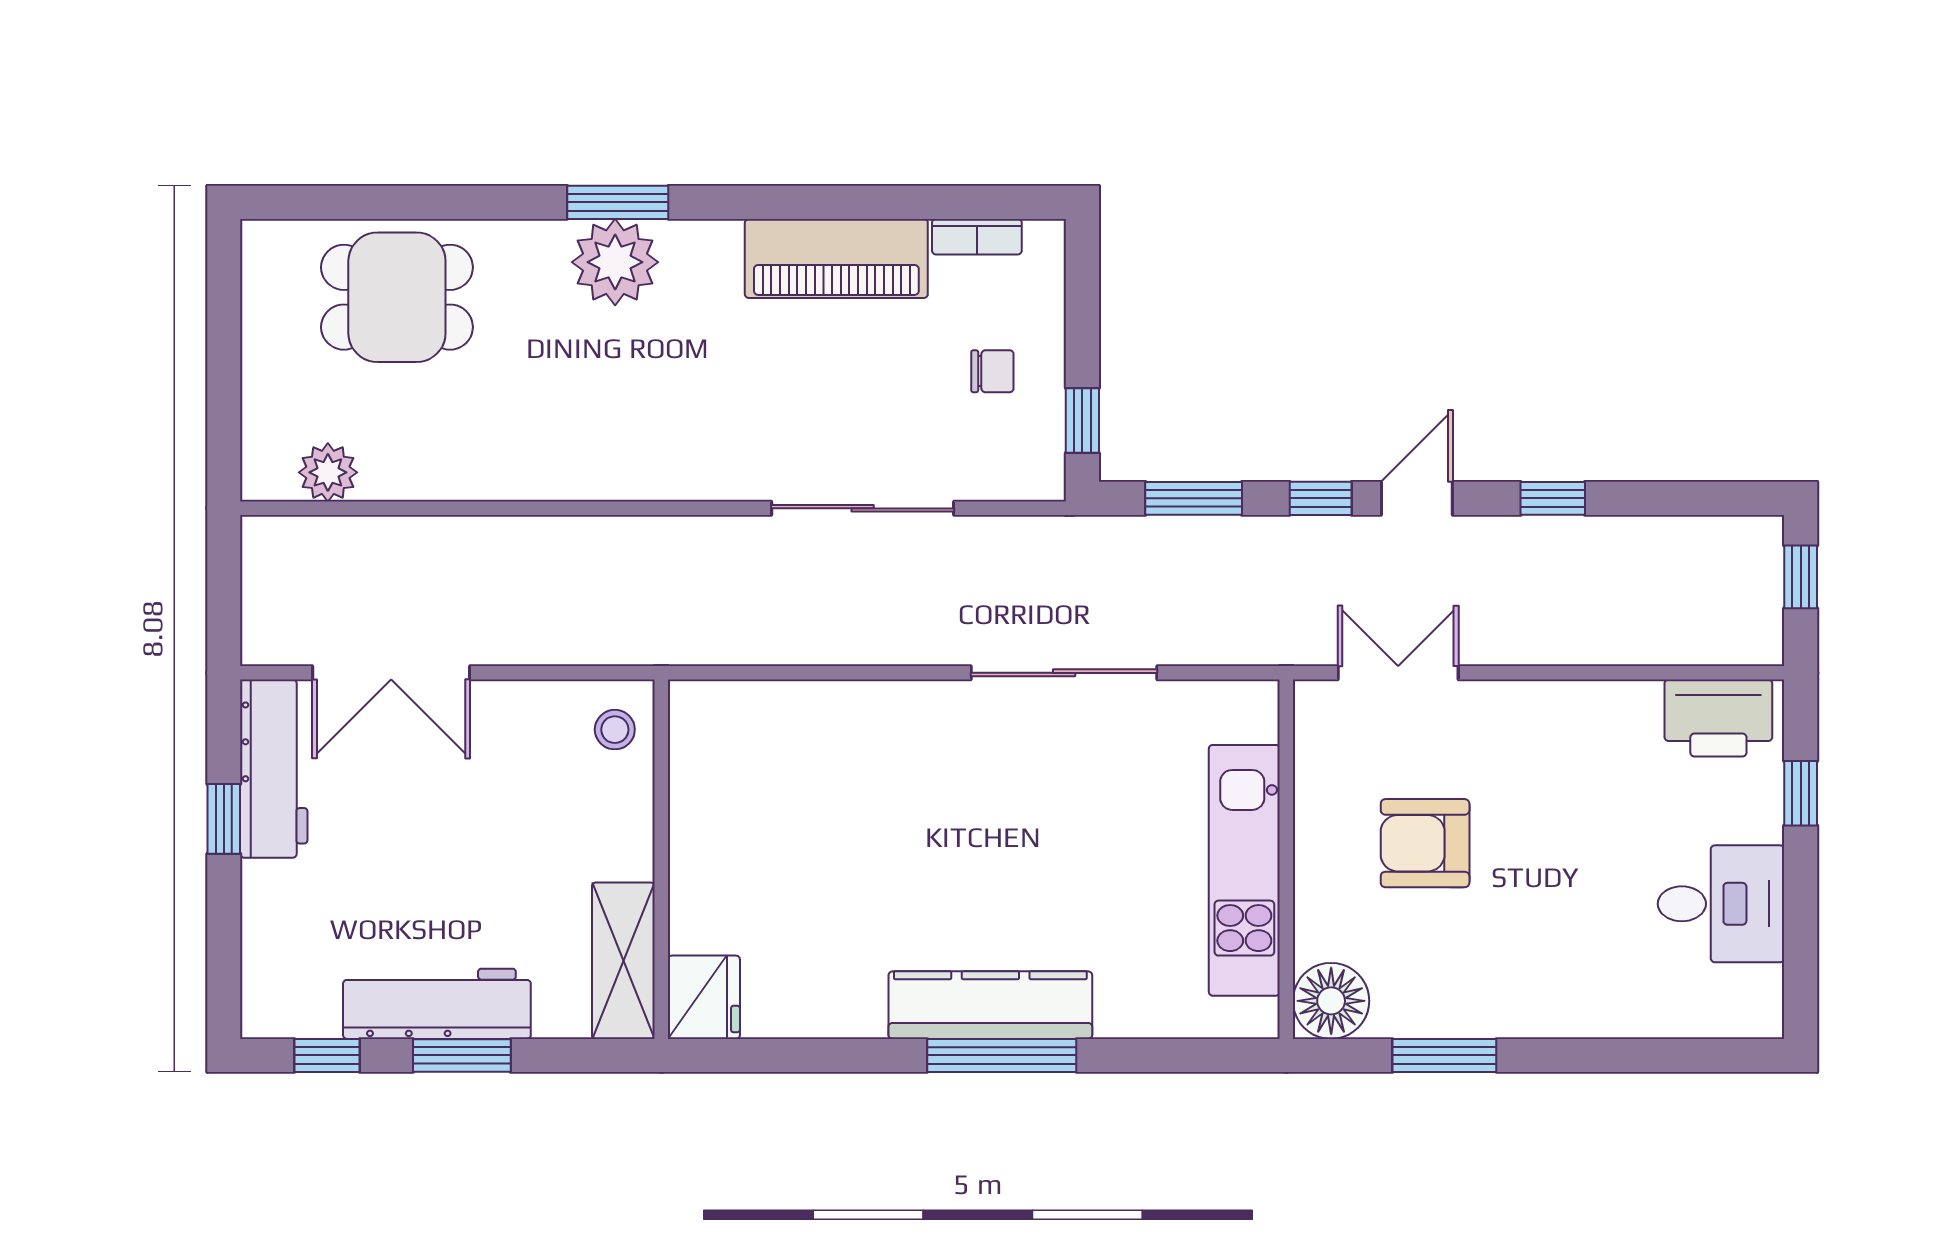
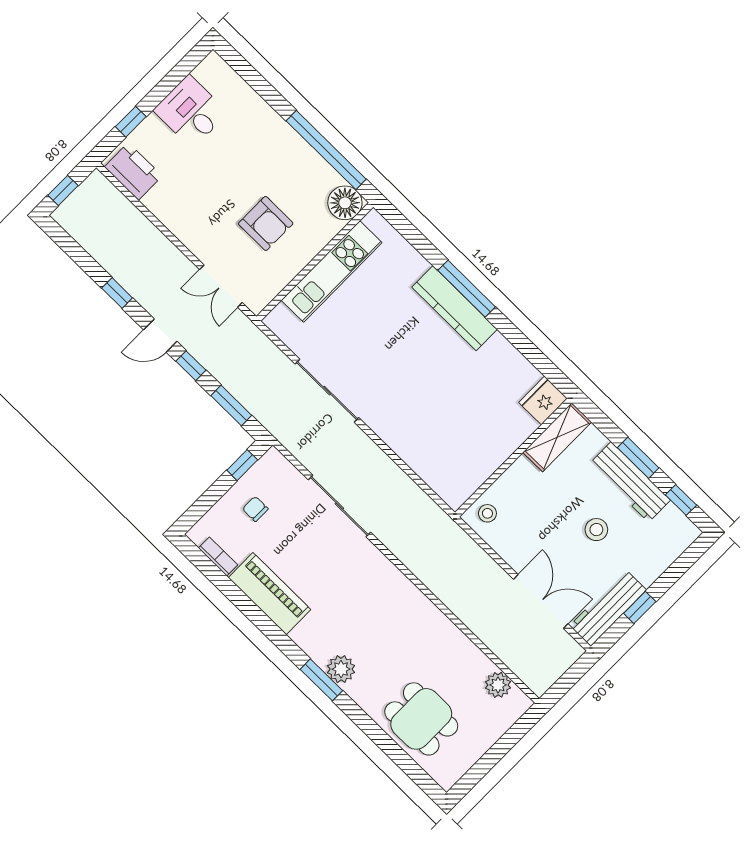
plant: (615, 262) -> (341, 669), width x0.73, depth x0.73
stool: (415, 875) -> (596, 530), added
window: (1444, 1055) -> (326, 150), width x2.11

